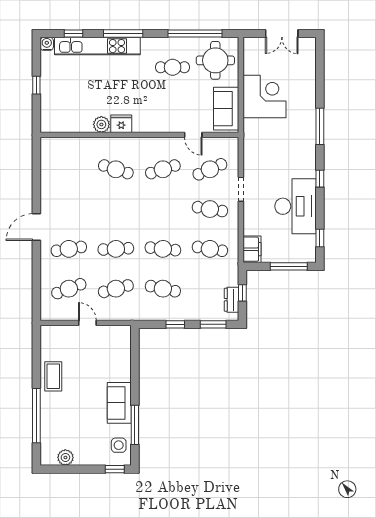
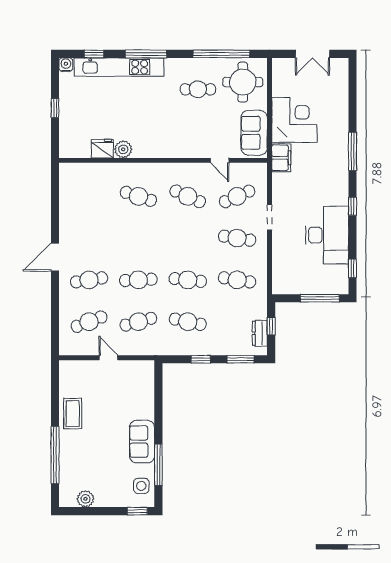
fridge: (121, 124) -> (102, 149), moved
cafe table: (163, 169) -> (188, 196), turned 42
filing cabinet: (252, 249) -> (281, 158), moved

